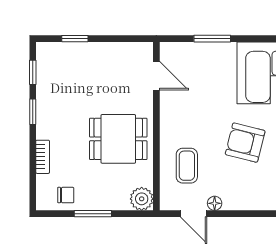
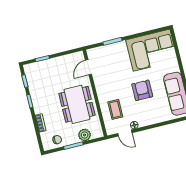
door: (156, 76) -> (89, 67), swing flipped
dining table: (118, 139) -> (77, 104), width x1.38
armchair: (245, 143) -> (142, 90), turned 76
plant: (142, 199) -> (84, 135), moved

